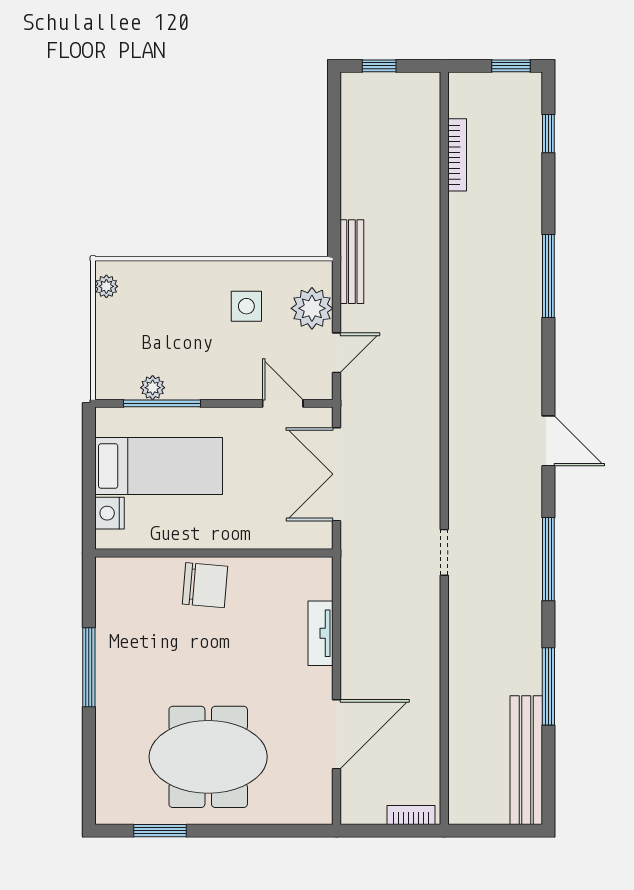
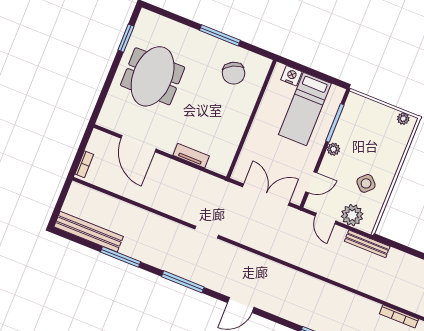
side table: (246, 306) -> (366, 183), turned 45
plant: (153, 388) -> (333, 149), moved
chair: (205, 585) -> (234, 73), moved, turned -32

